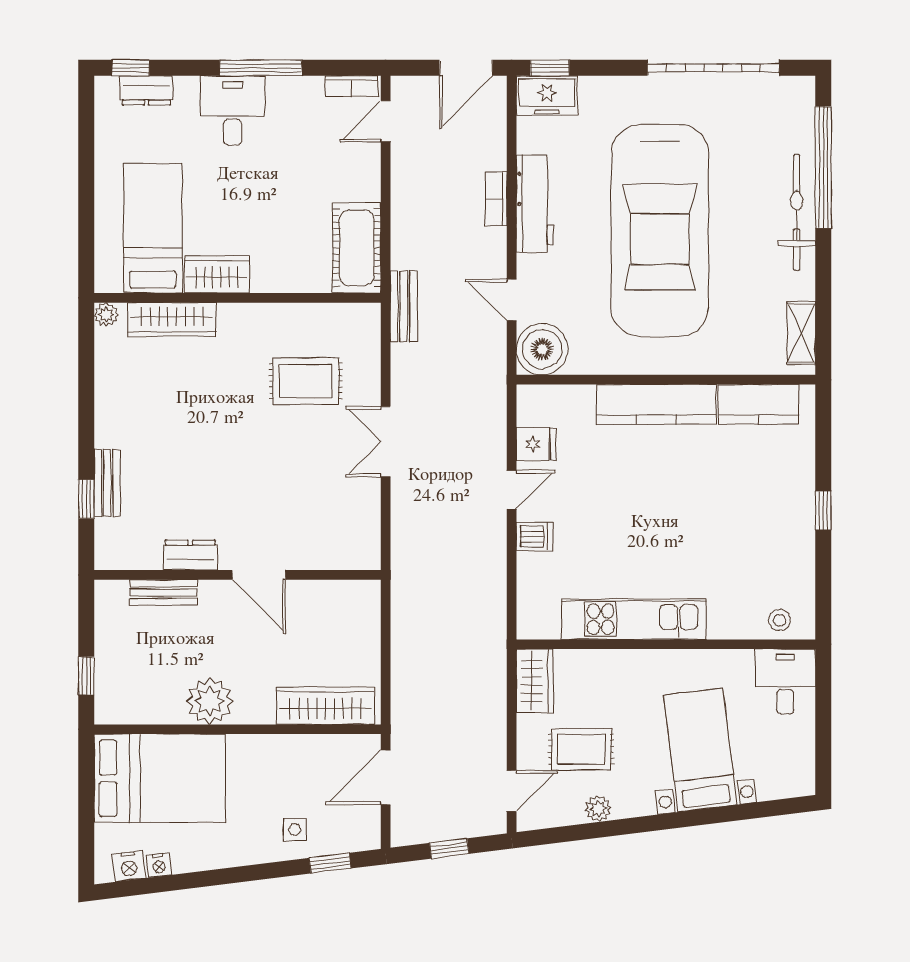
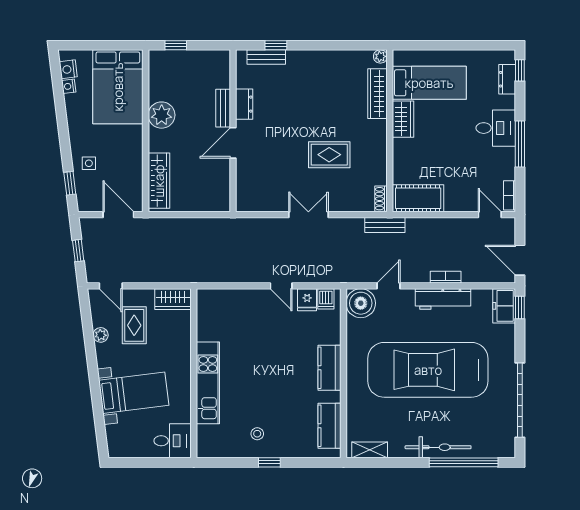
shoe rack: (357, 313) -> (381, 199), added
rug: (306, 381) -> (329, 155), moved, turned 90
kitchen counter: (656, 404) -> (329, 368), width x0.67
bench: (107, 483) -> (266, 57), moved
dishwasher: (534, 536) -> (326, 299), moved
bench: (164, 592) -> (223, 108), moved
kitchen unit: (634, 619) -> (208, 383), moved
stool: (779, 620) -> (257, 434), moved

